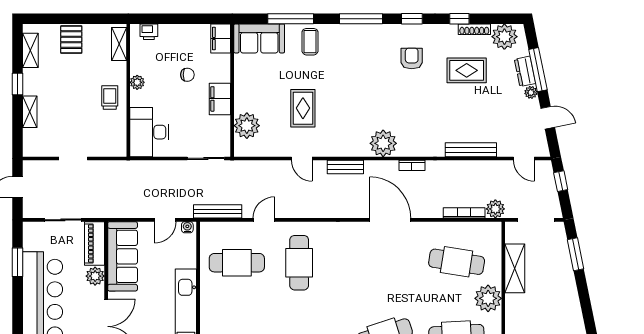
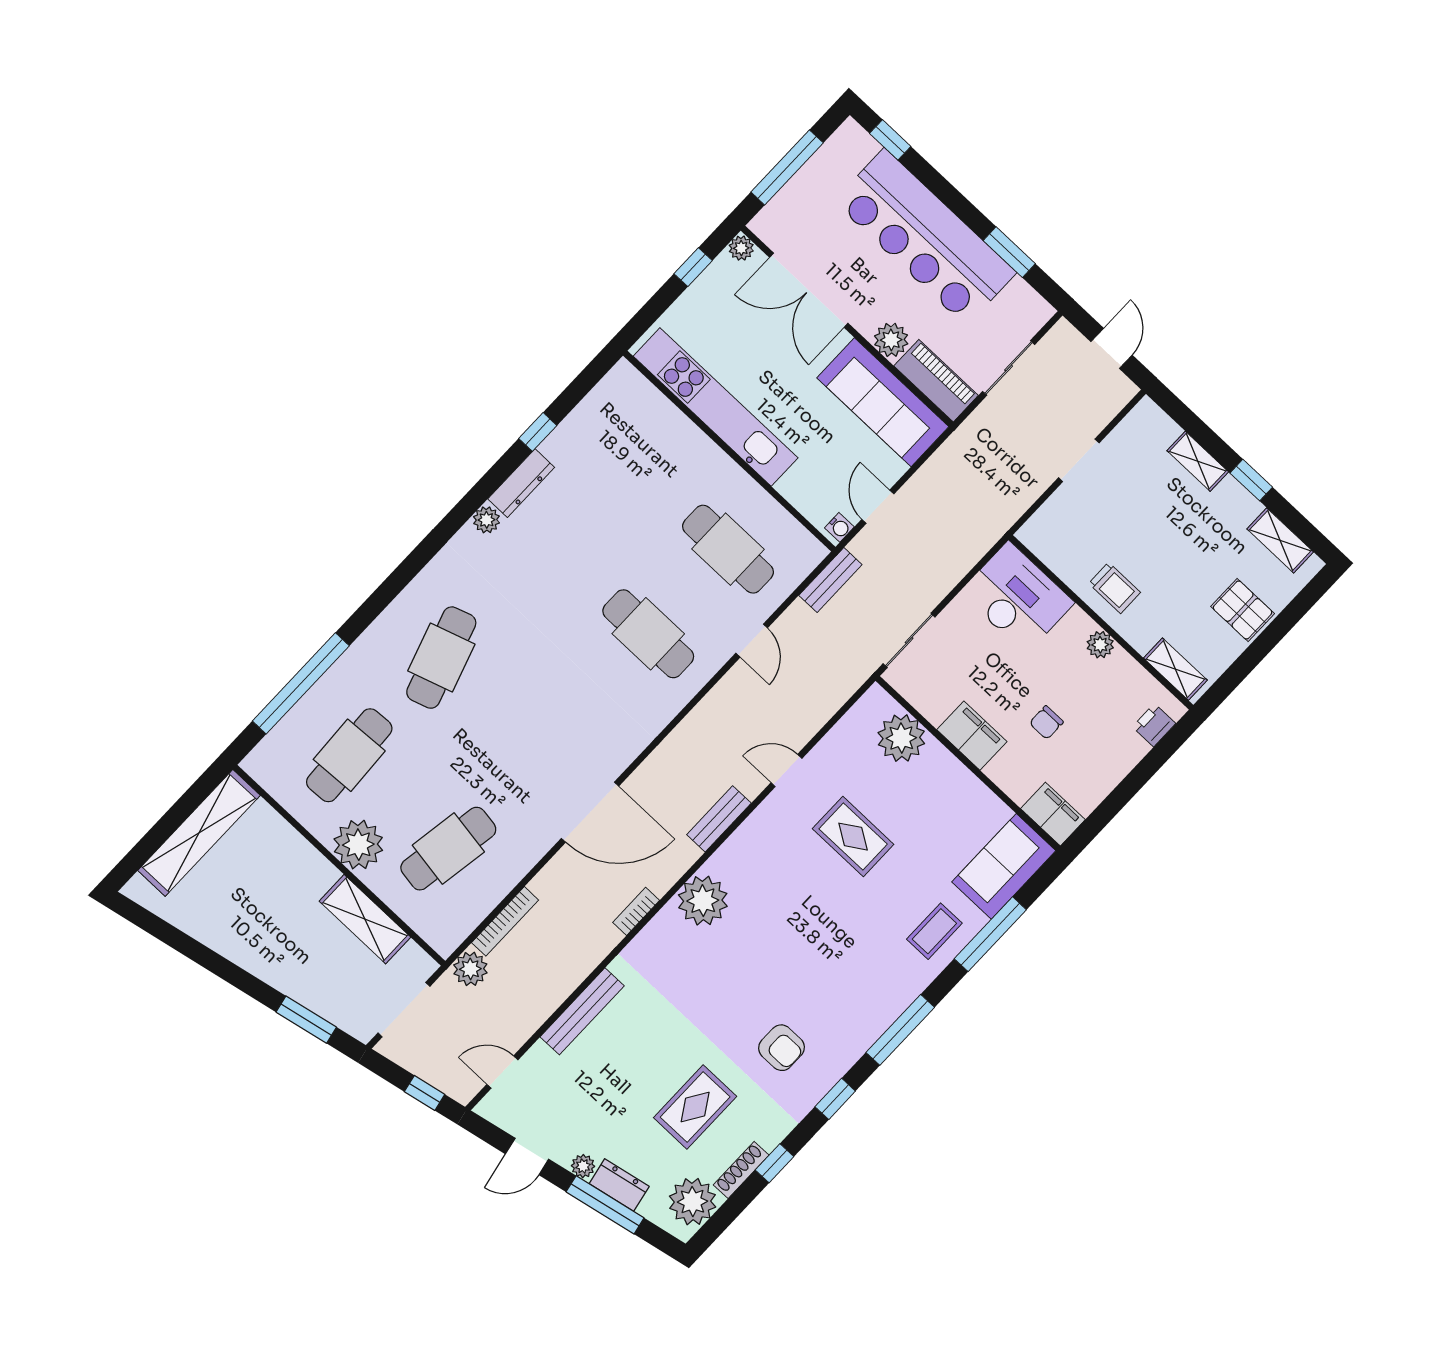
coffee table: (310, 42) -> (934, 931), turned 90
bench: (218, 211) -> (830, 580), width x0.73
cafe table: (237, 263) -> (728, 549), turned 90

